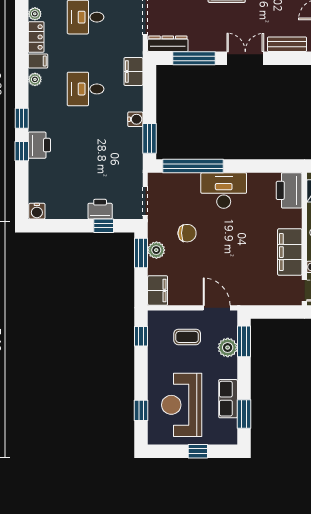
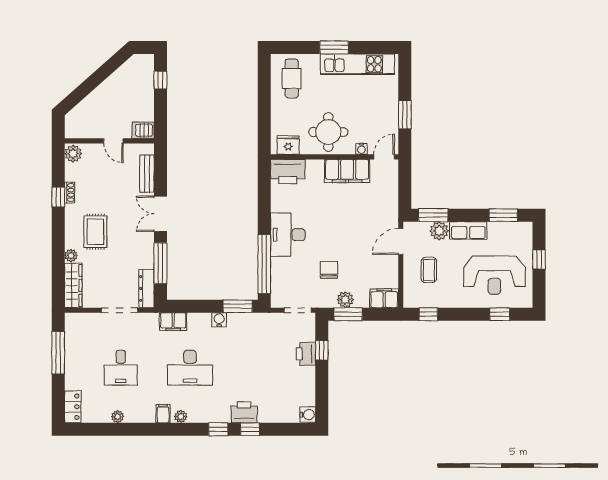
locker: (36, 37) -> (140, 415), removed
desk: (86, 89) -> (190, 368), width x1.37
row of seats: (228, 399) -> (468, 230), moved

